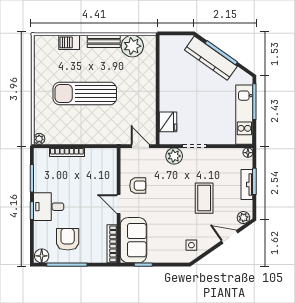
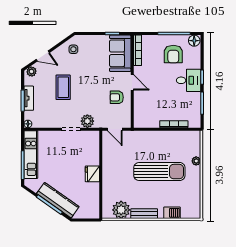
fridge: (168, 122) -> (92, 174), moved
plant: (39, 139) -> (196, 161), moved

